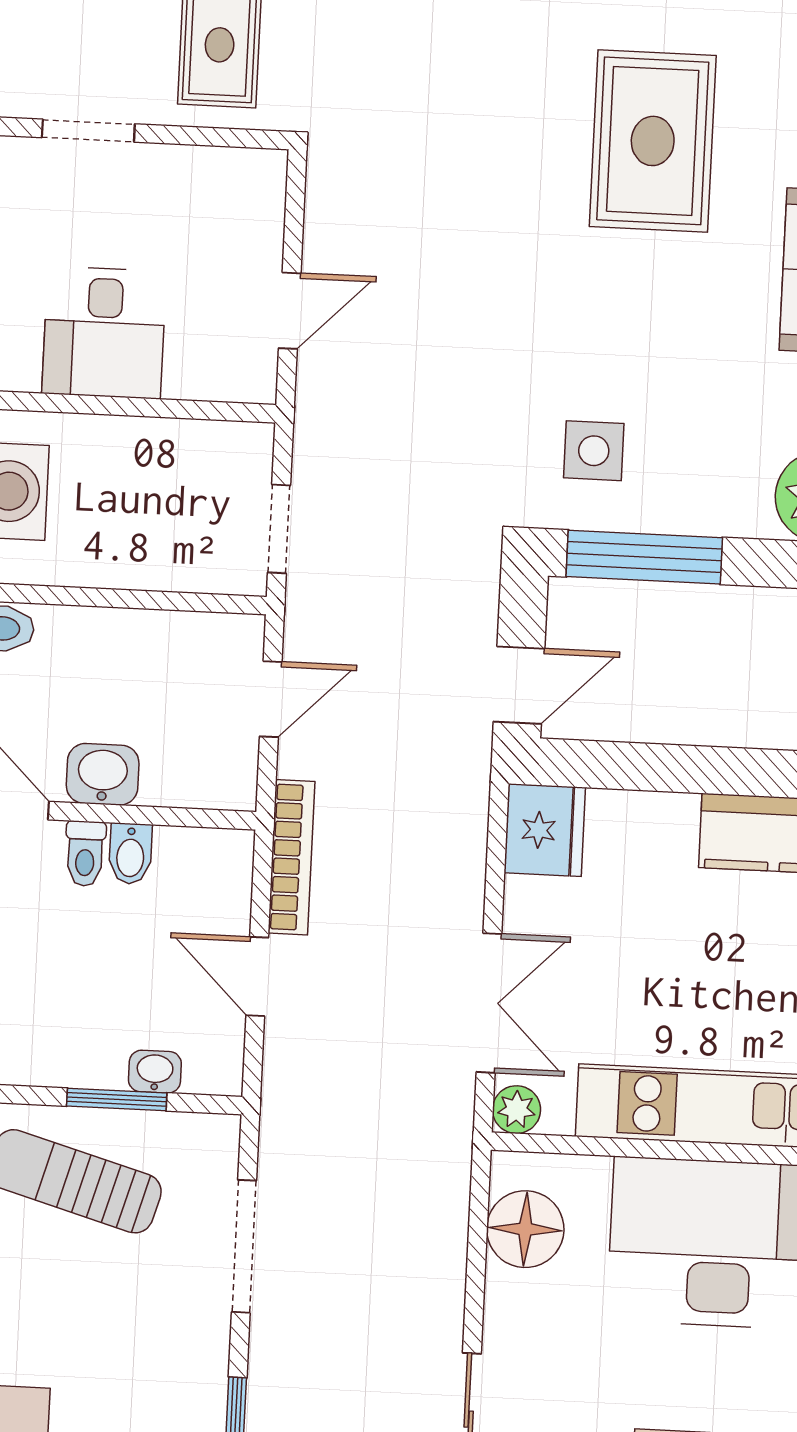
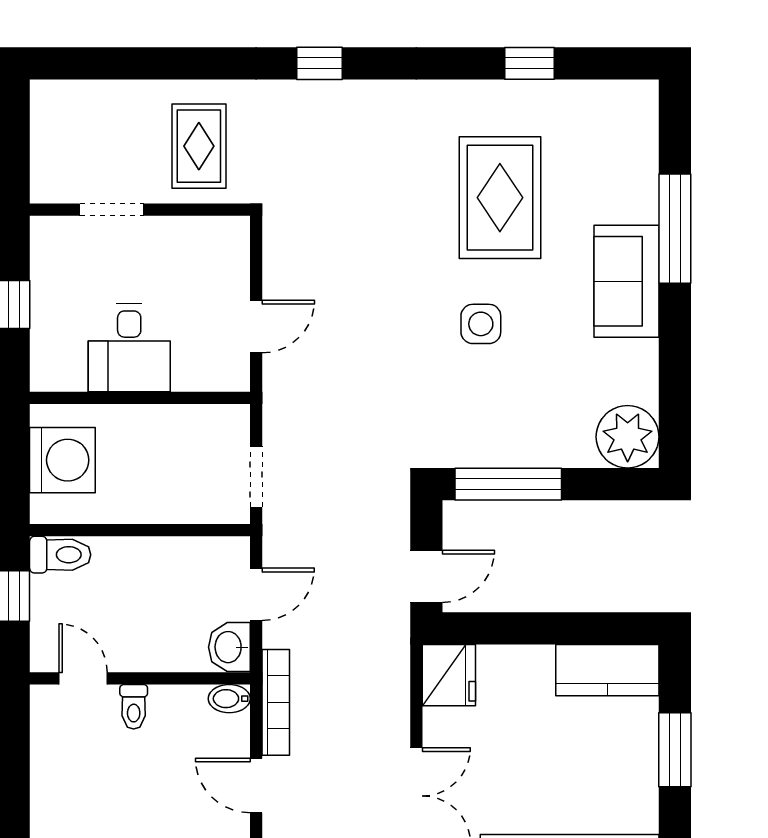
side table: (594, 451) -> (481, 324), moved
washbasin: (103, 774) -> (229, 647), moved, turned -90
bidet: (130, 854) -> (229, 699), moved, turned 90

